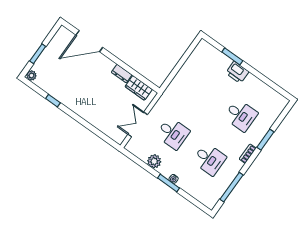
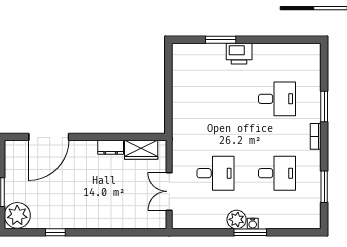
plant: (31, 75) -> (17, 215), width x1.88, depth x1.88
plant: (154, 161) -> (237, 219), moved
window: (231, 187) -> (324, 187), width x0.69

